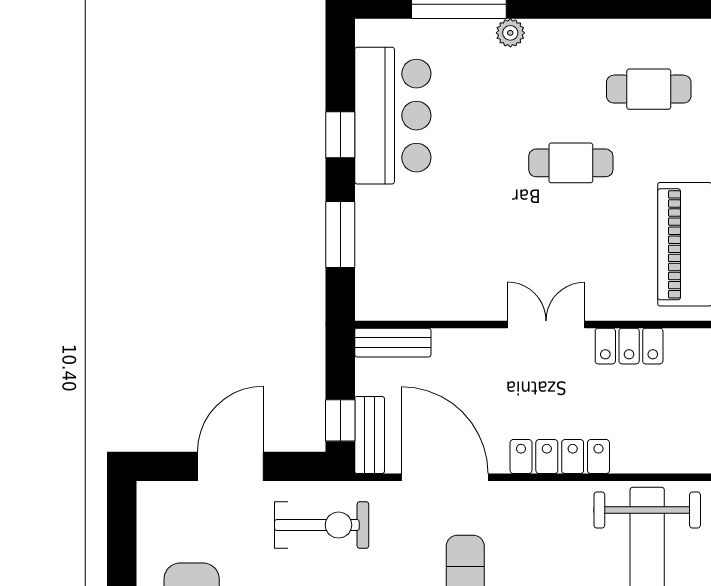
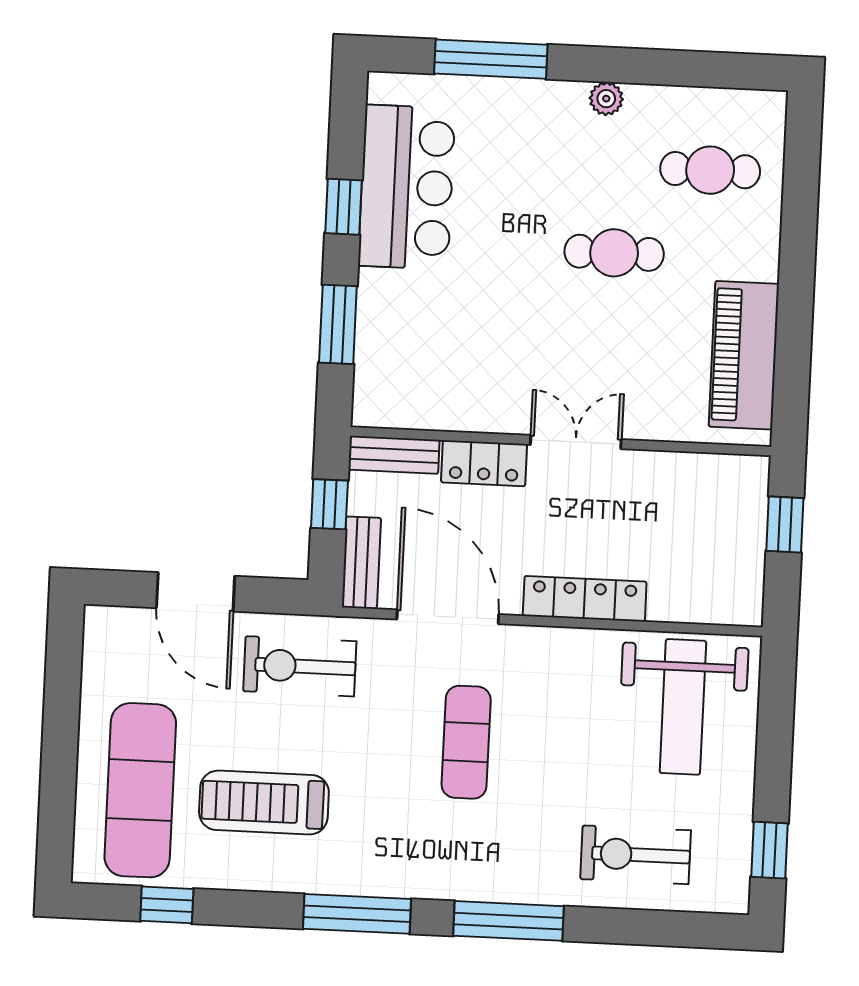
plant: (510, 33) -> (606, 99), moved
locker: (629, 346) -> (484, 463), moved
window: (340, 420) -> (329, 504), moved
door: (230, 466) -> (196, 592), swing flipped
exercise bike: (322, 525) -> (300, 666), turned 180

